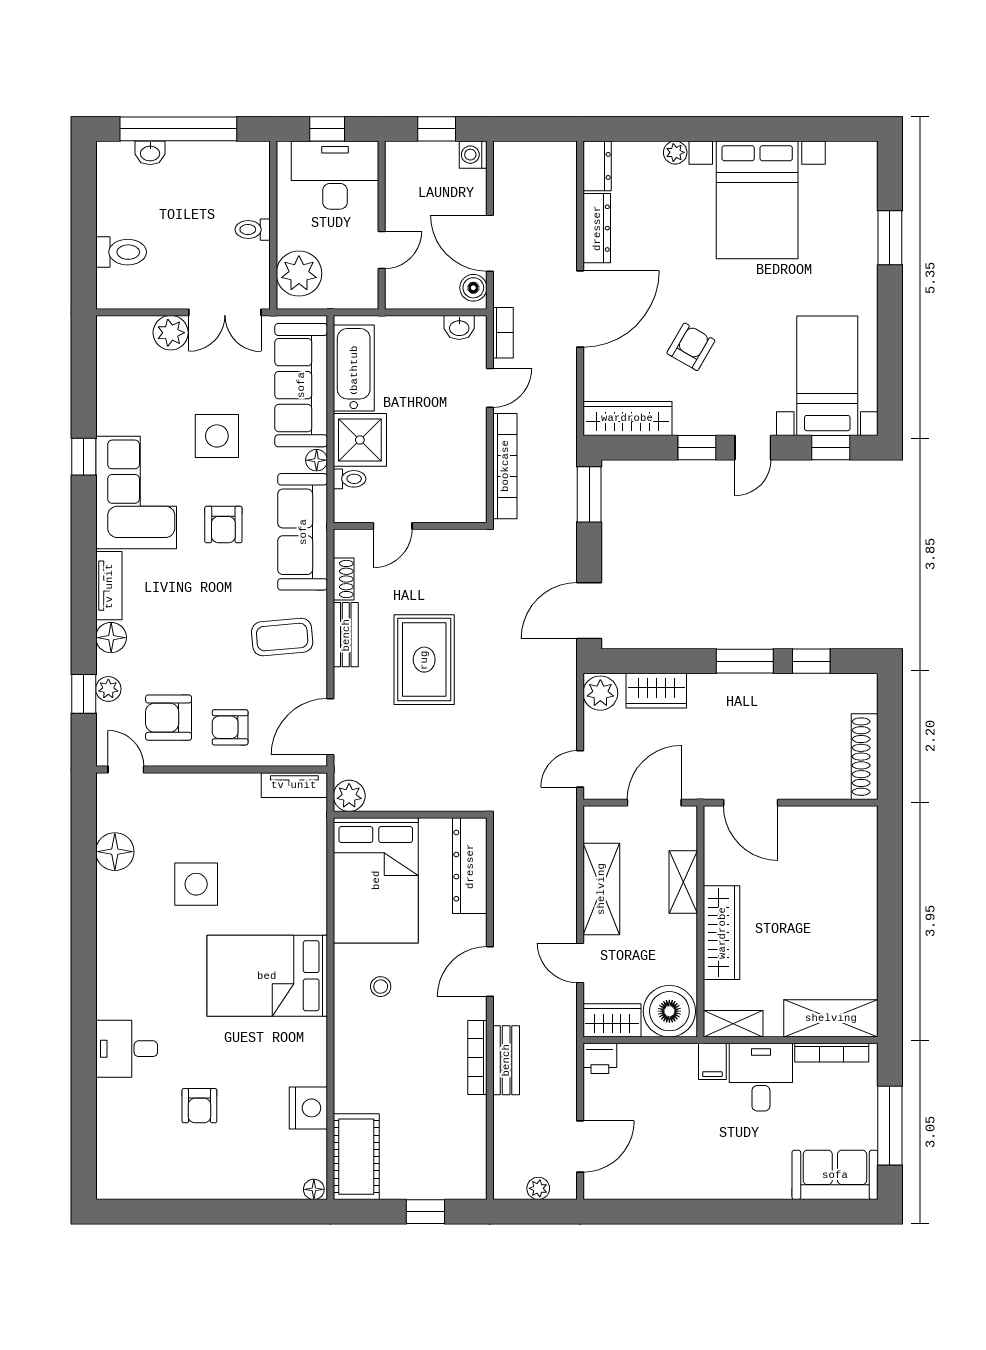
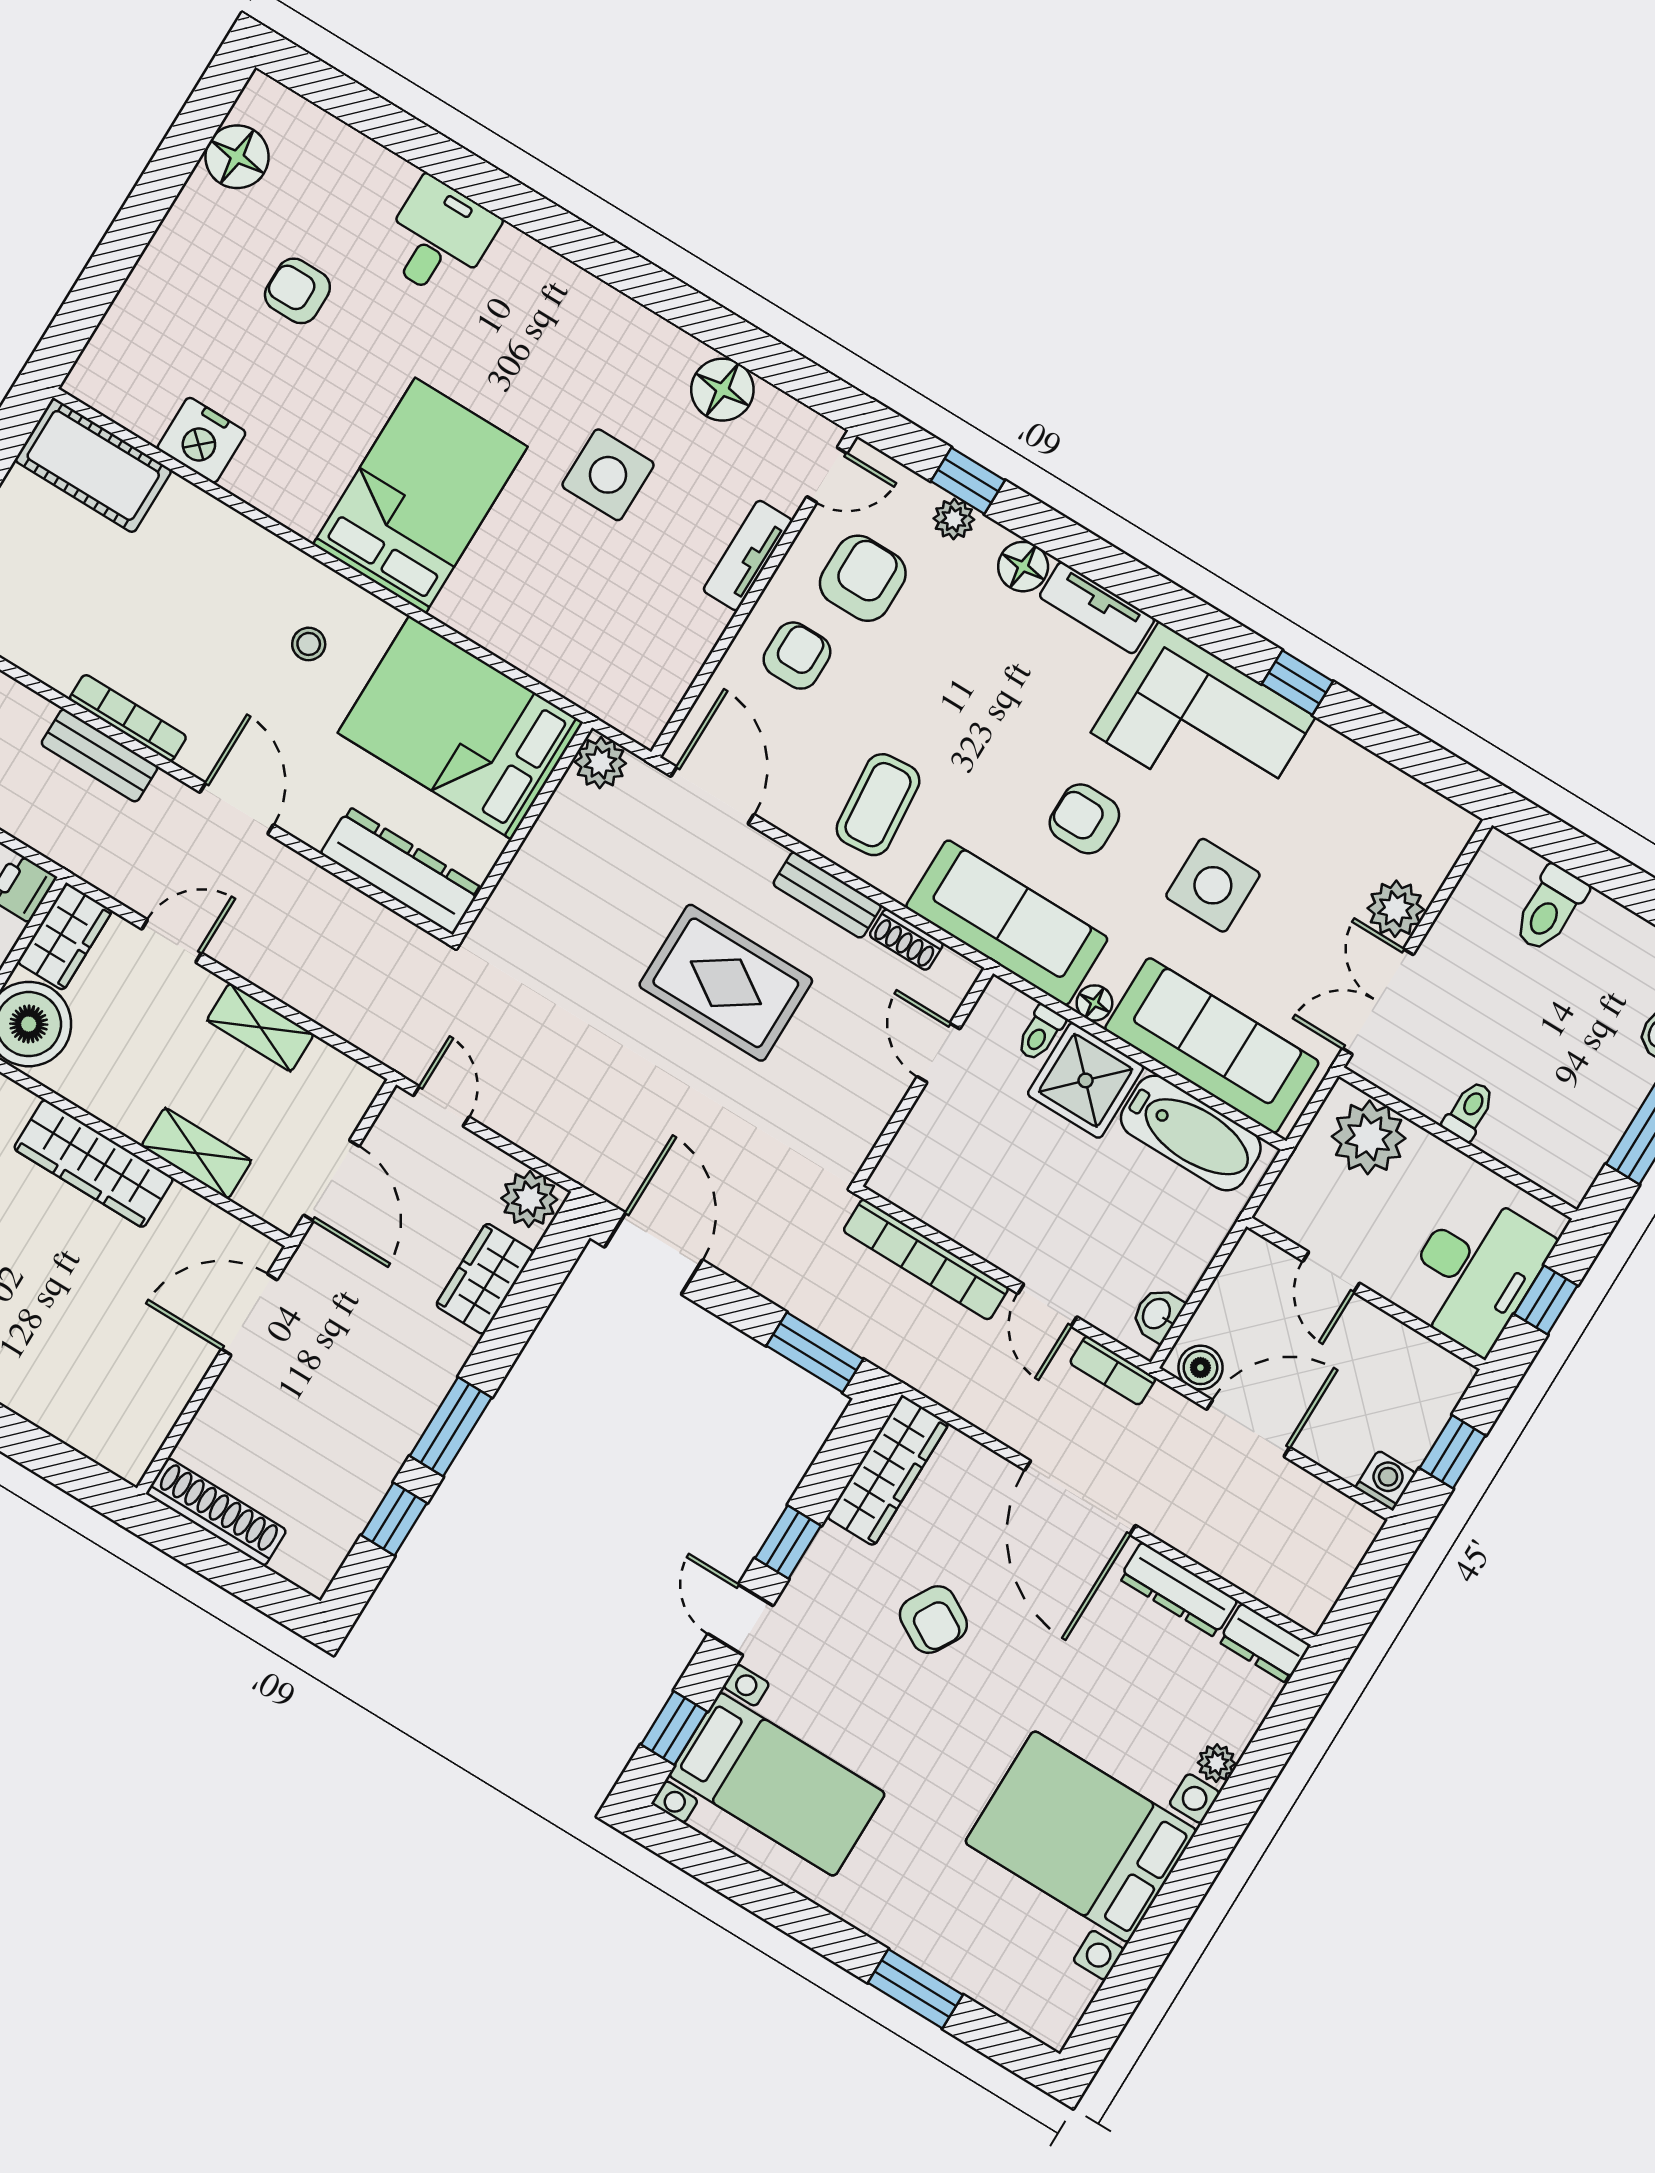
tv unit: (294, 785) -> (748, 555), moved
shelving: (601, 889) -> (260, 1027), width x0.67, depth x0.75
floor lamp: (314, 1189) -> (237, 157), moved, width x1.89, depth x1.89

